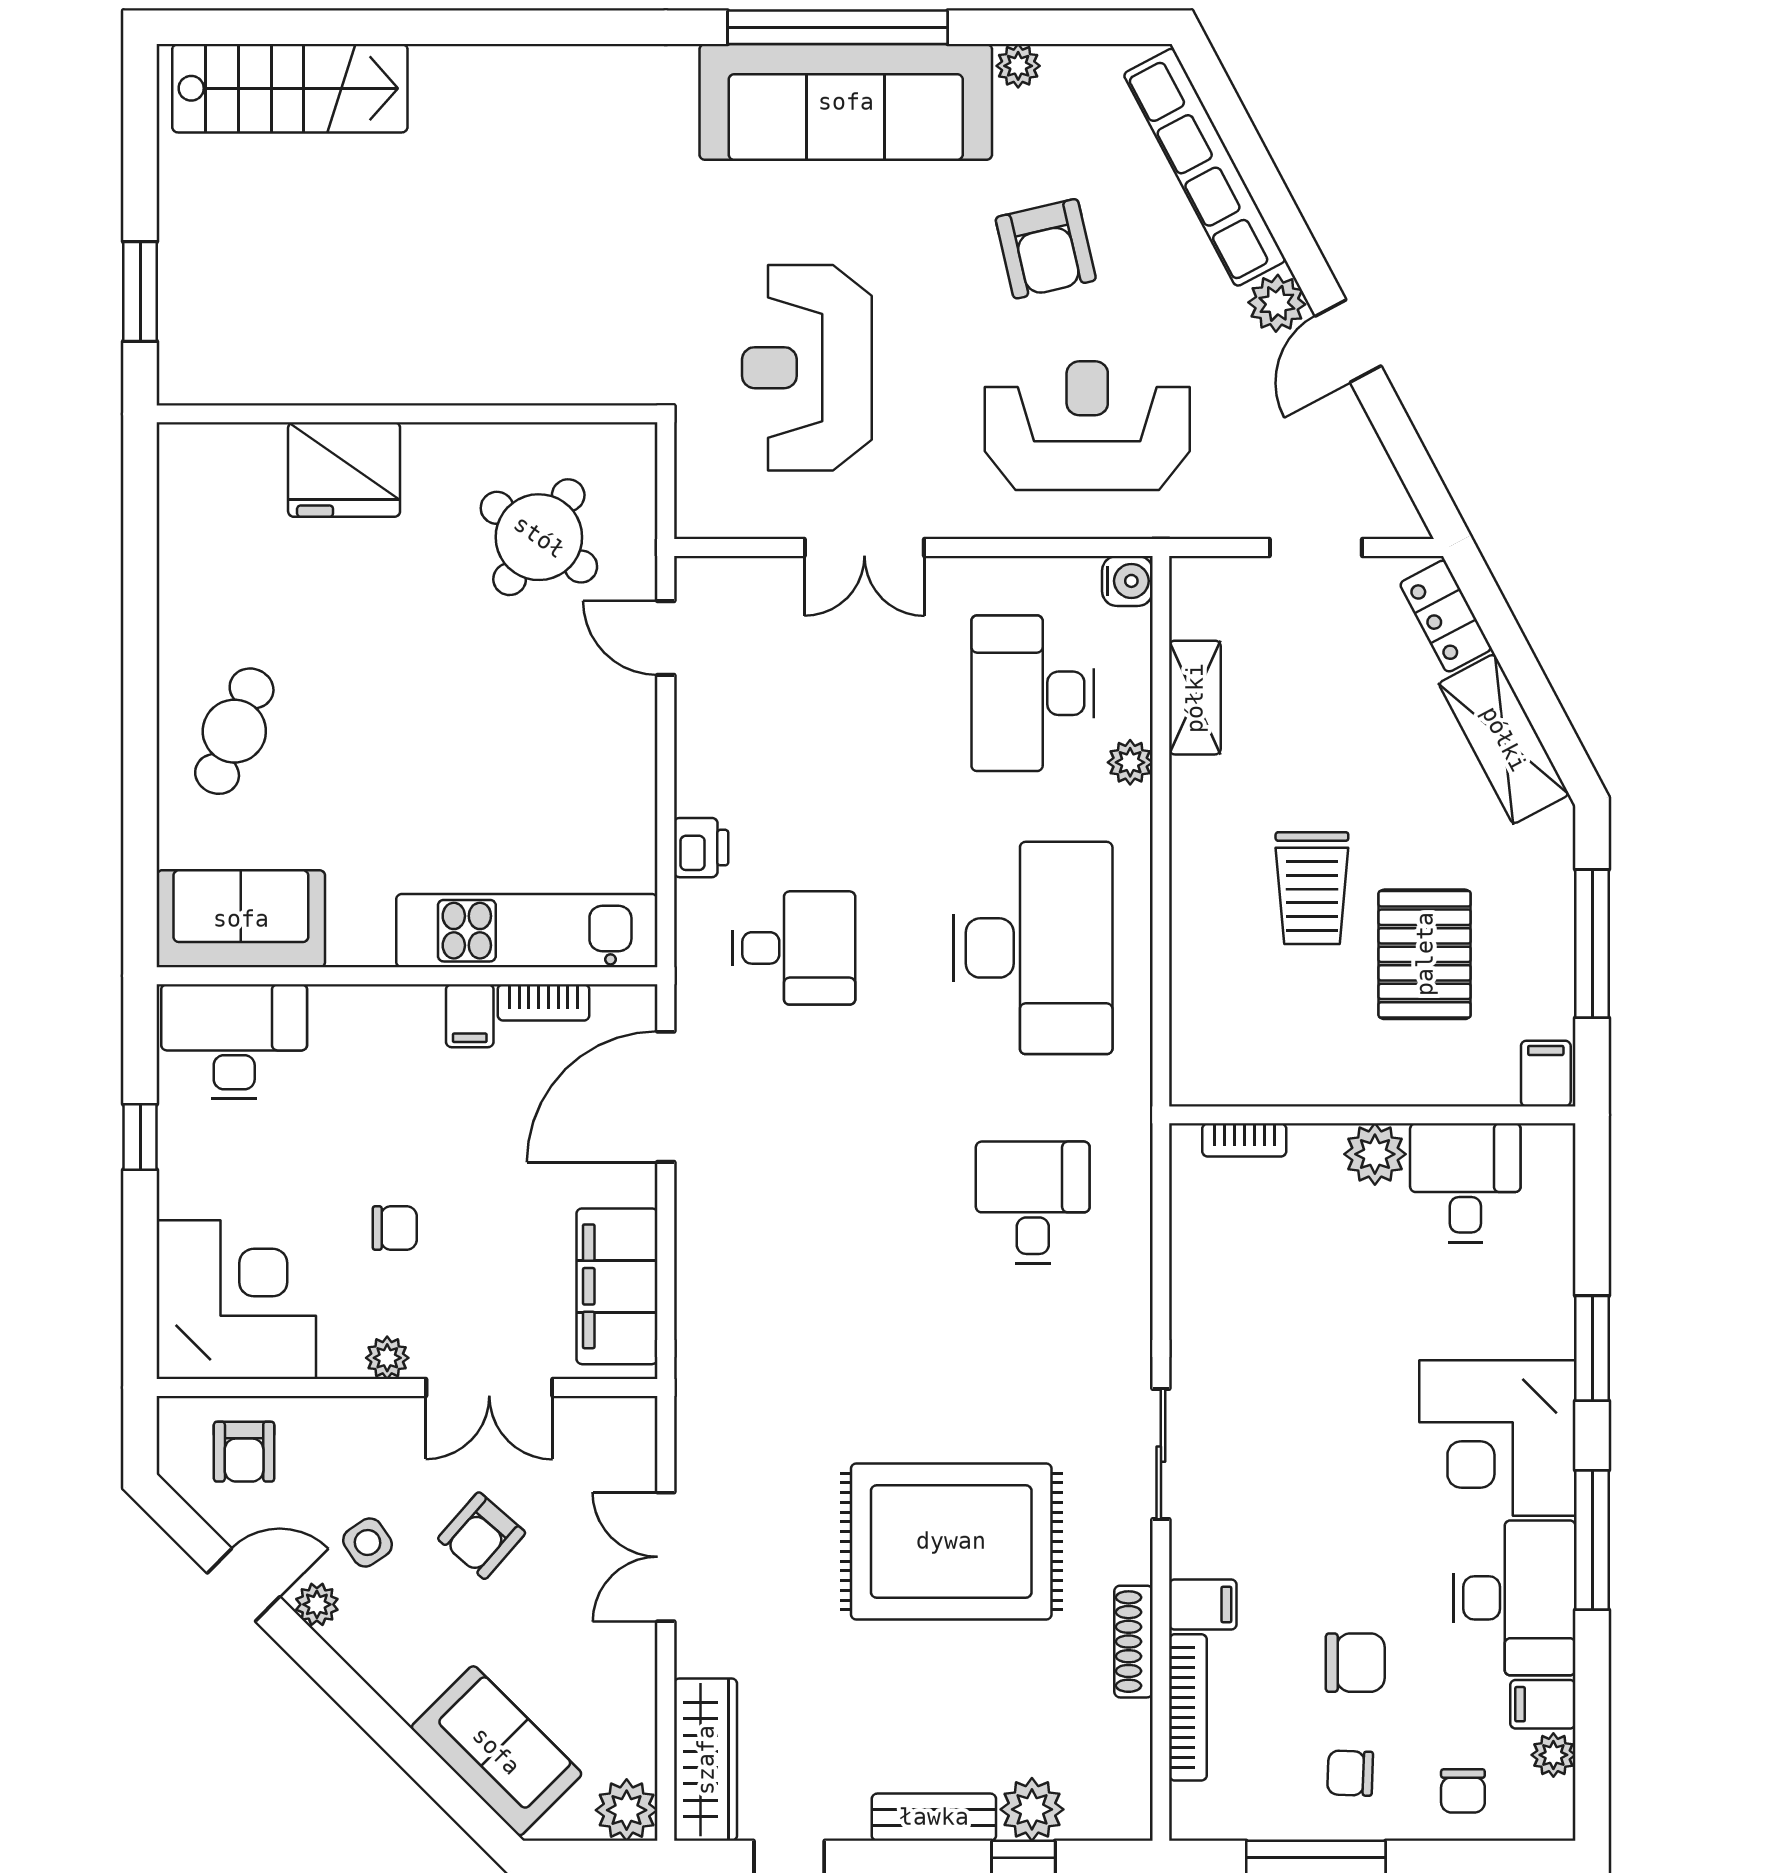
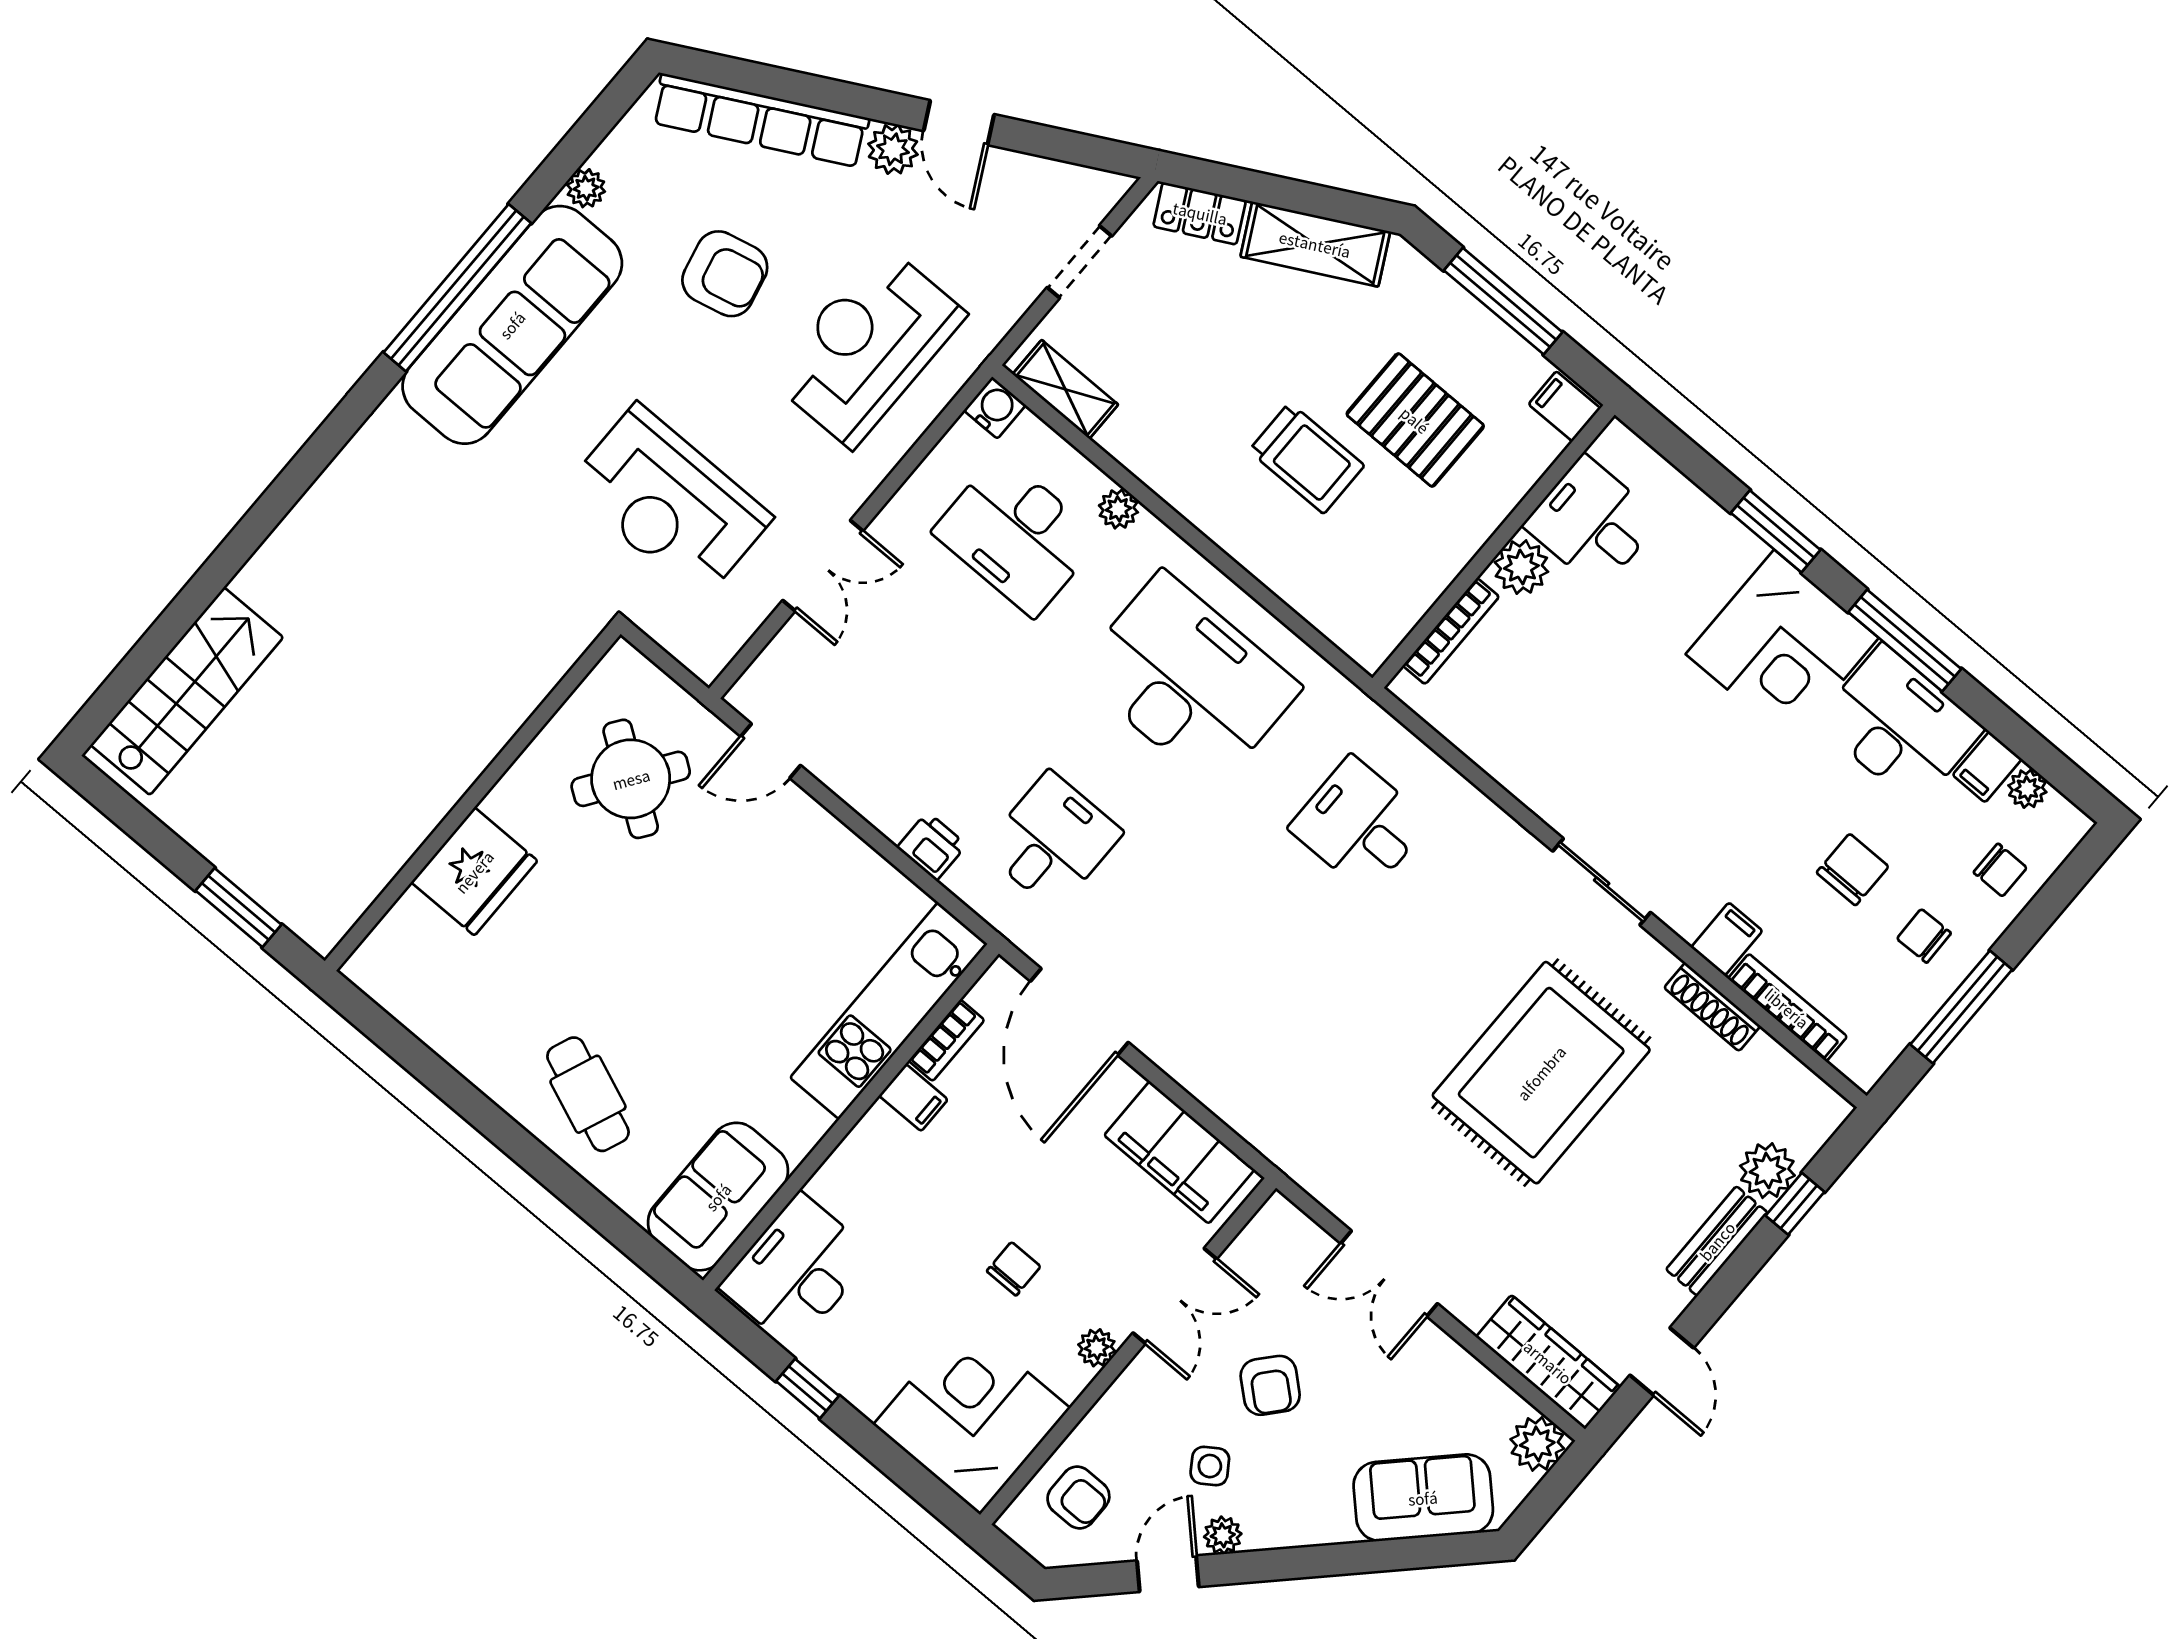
shelving: (1195, 698) -> (1065, 389), moved
bookcase: (1244, 1140) -> (1451, 631), width x1.56
chair: (1350, 1773) -> (1924, 936), turned 87

